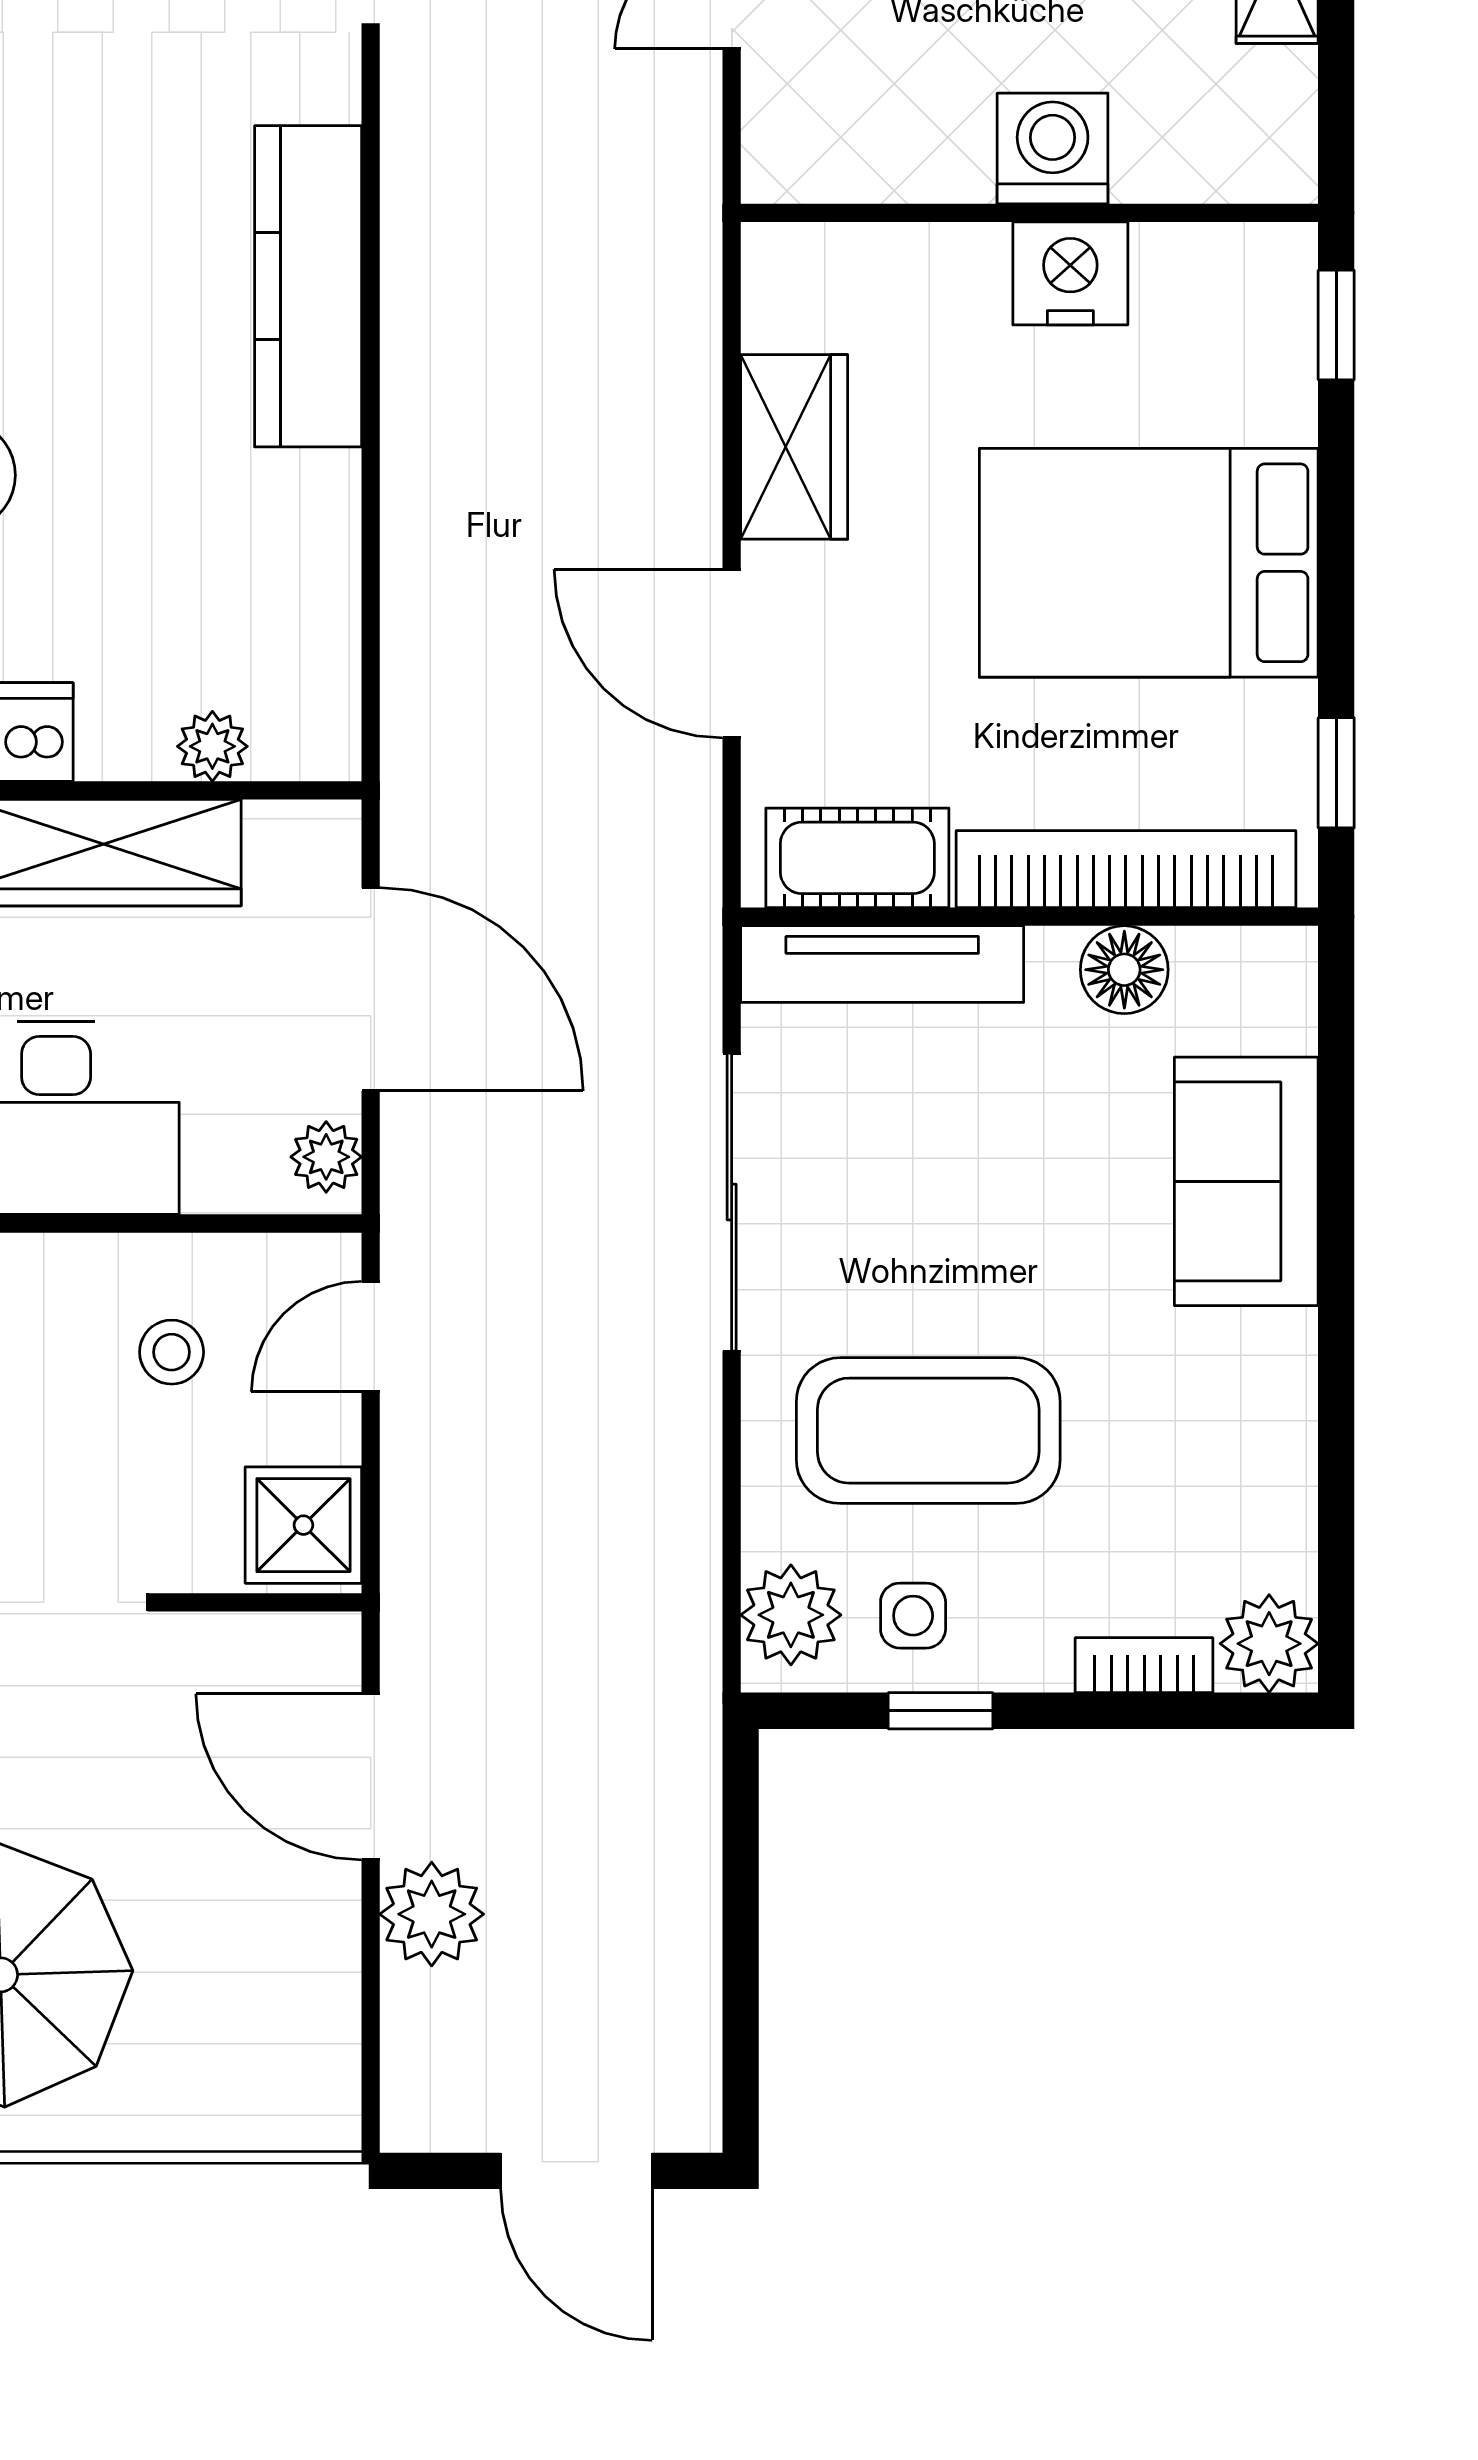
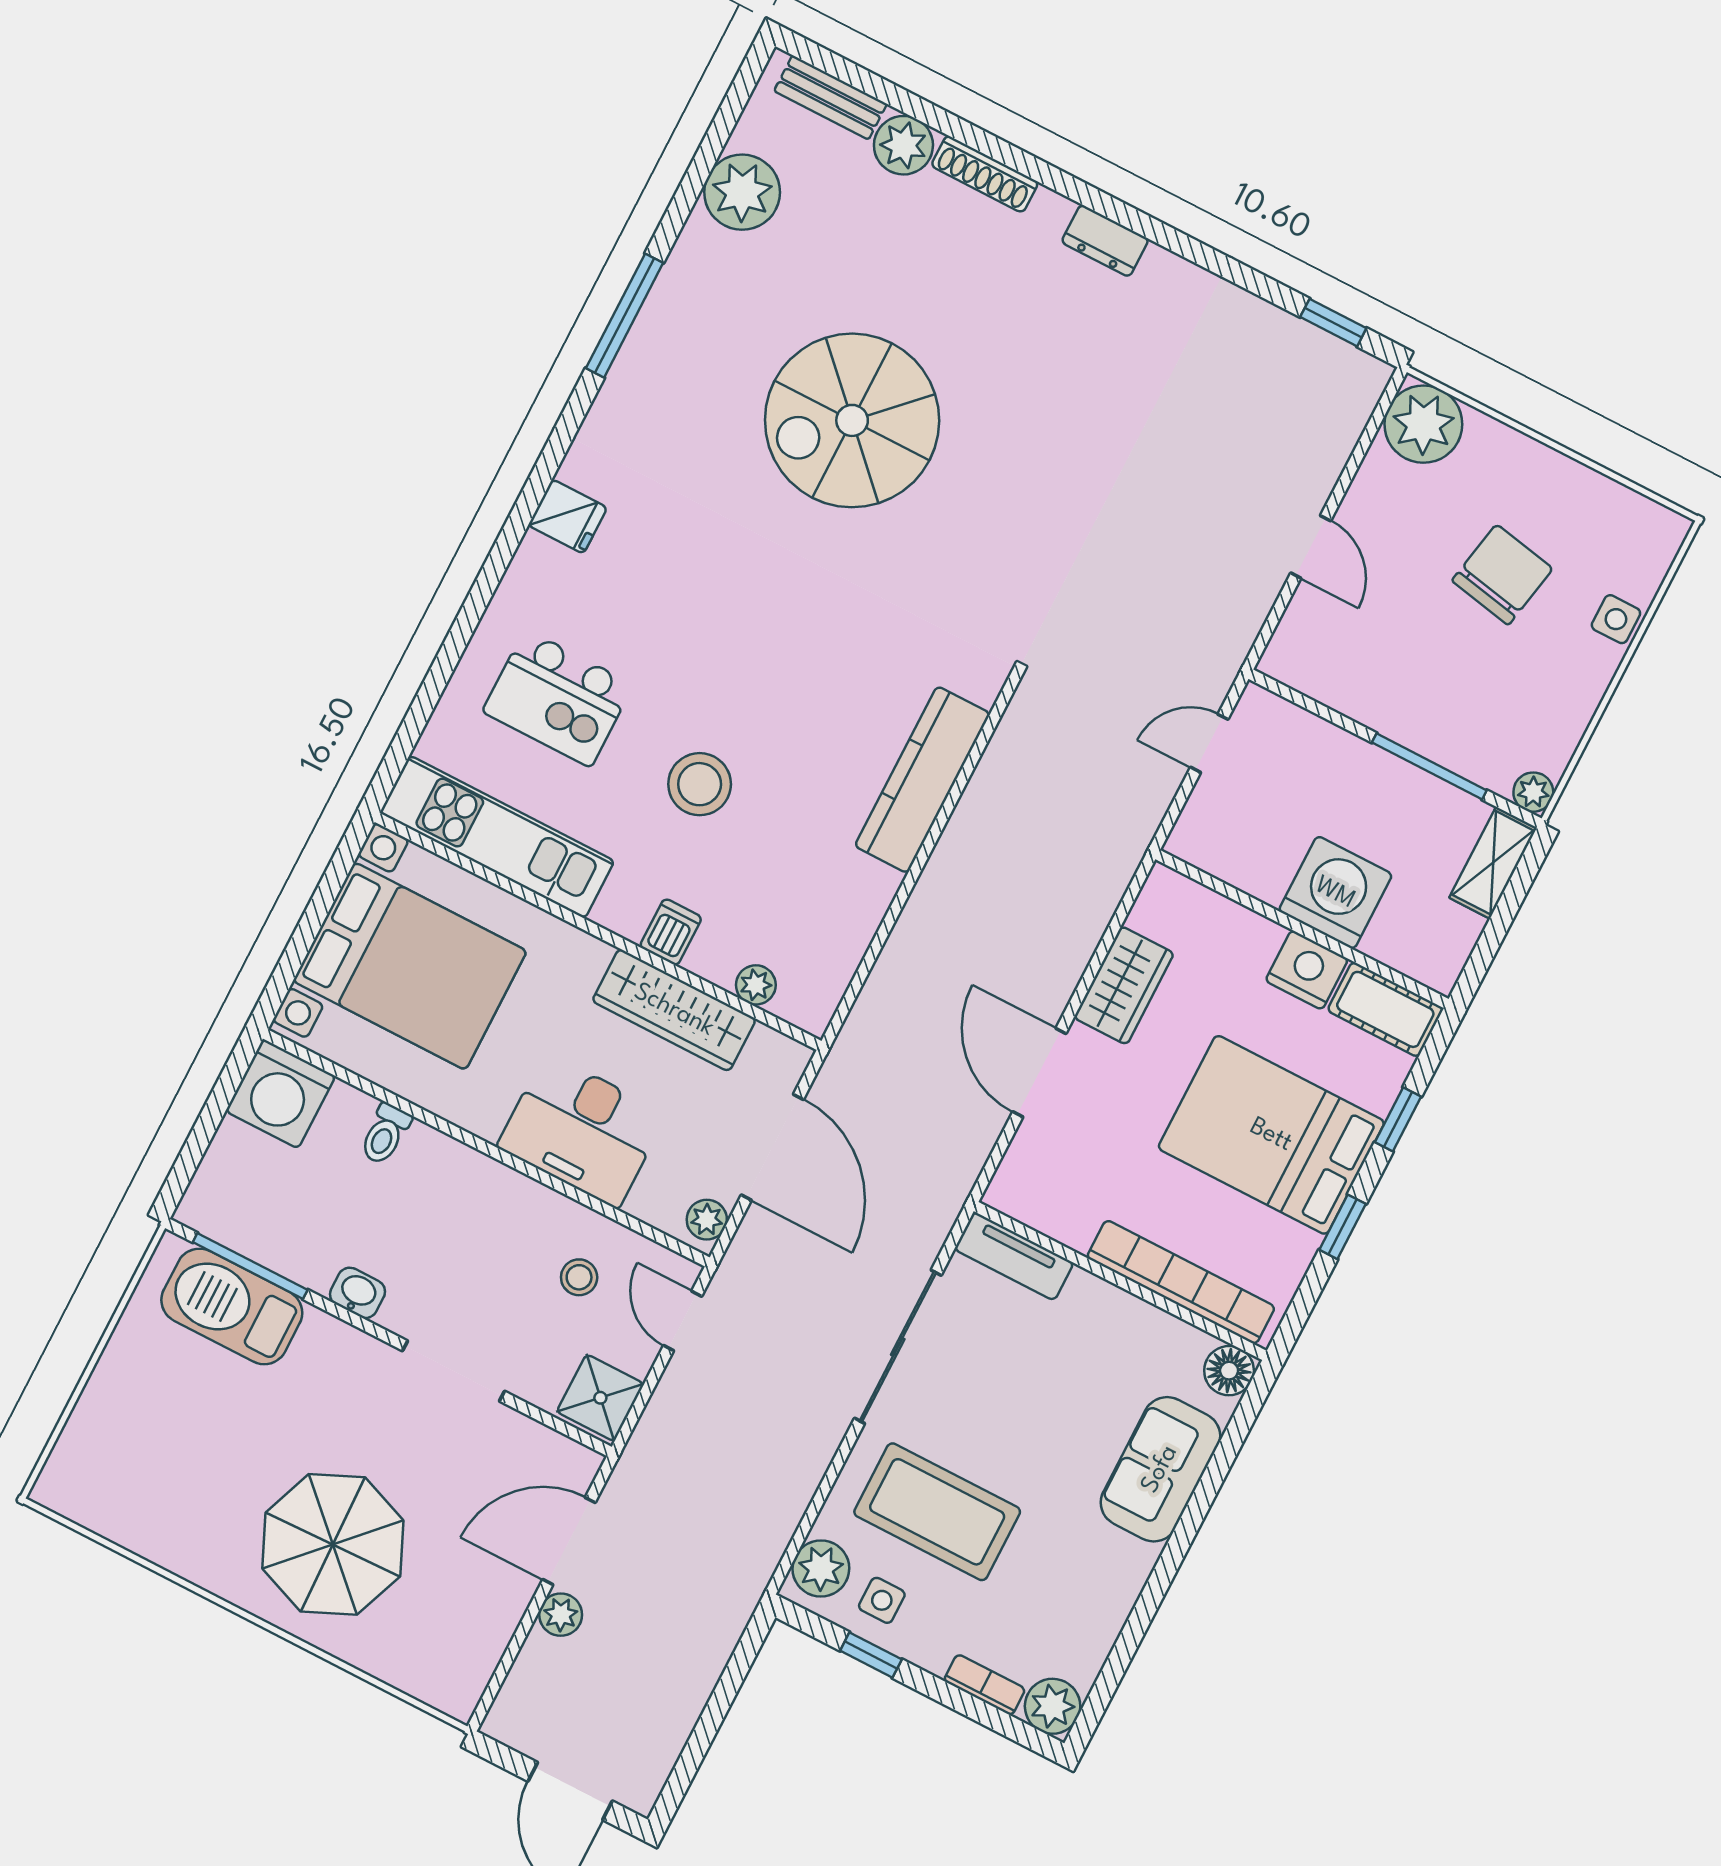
washing machine: (1053, 148) -> (1335, 893), width x1.37, depth x1.37
window: (1336, 325) -> (1398, 1119), moved
window: (1336, 773) -> (1343, 1227), moved
cot: (857, 858) -> (1385, 1009), moved
tv unit: (882, 964) -> (1014, 1256), width x0.71
floor lamp: (1124, 970) -> (1229, 1371), moved
door: (371, 1337) -> (683, 1321), hinge flipped
door: (371, 1777) -> (569, 1541), hinge flipped
plant: (432, 1914) -> (561, 1615), width x0.73, depth x0.73

